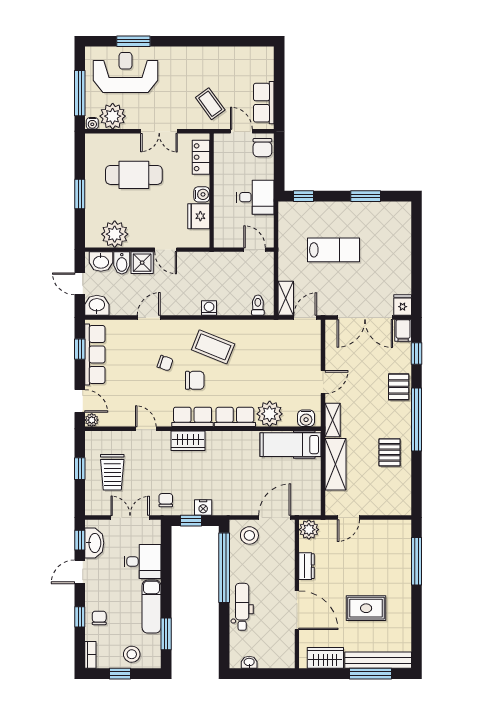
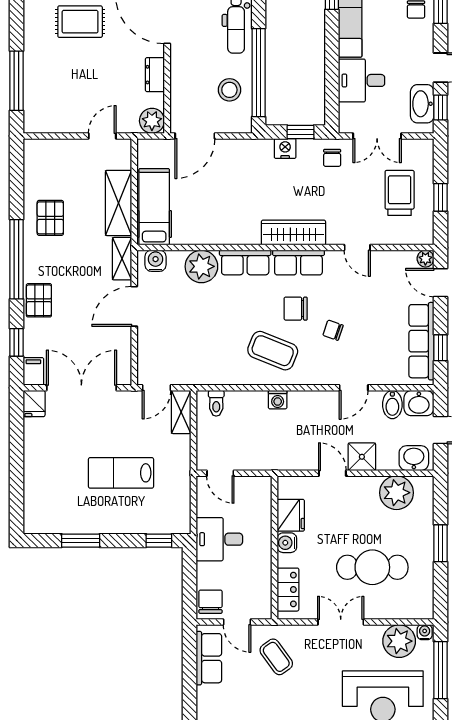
bidet: (122, 263) -> (392, 405), moved, turned 180
door: (323, 382) -> (134, 306), width x1.38
wardrobe: (188, 441) -> (293, 233), width x1.50
hospital bed: (291, 445) -> (154, 207), moved, turned -90
stool: (249, 535) -> (229, 90), moved

